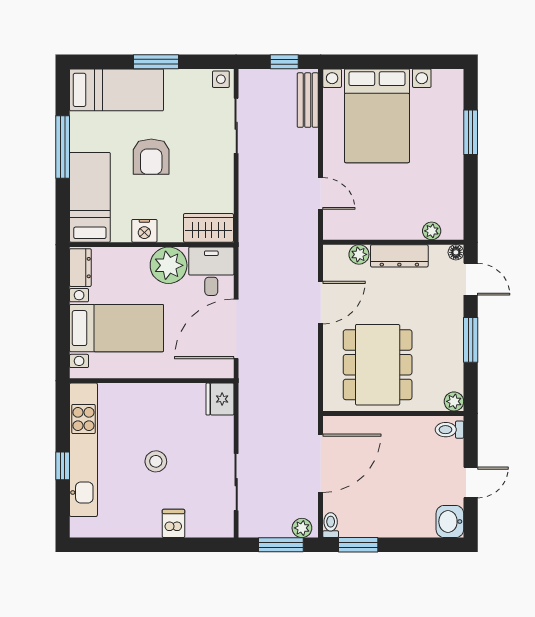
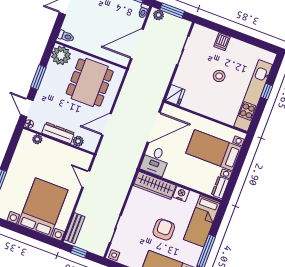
wardrobe: (208, 228) -> (155, 185), width x1.50
plant: (169, 265) -> (176, 172), removed
plant: (454, 401) -> (61, 55), width x1.88, depth x1.88

